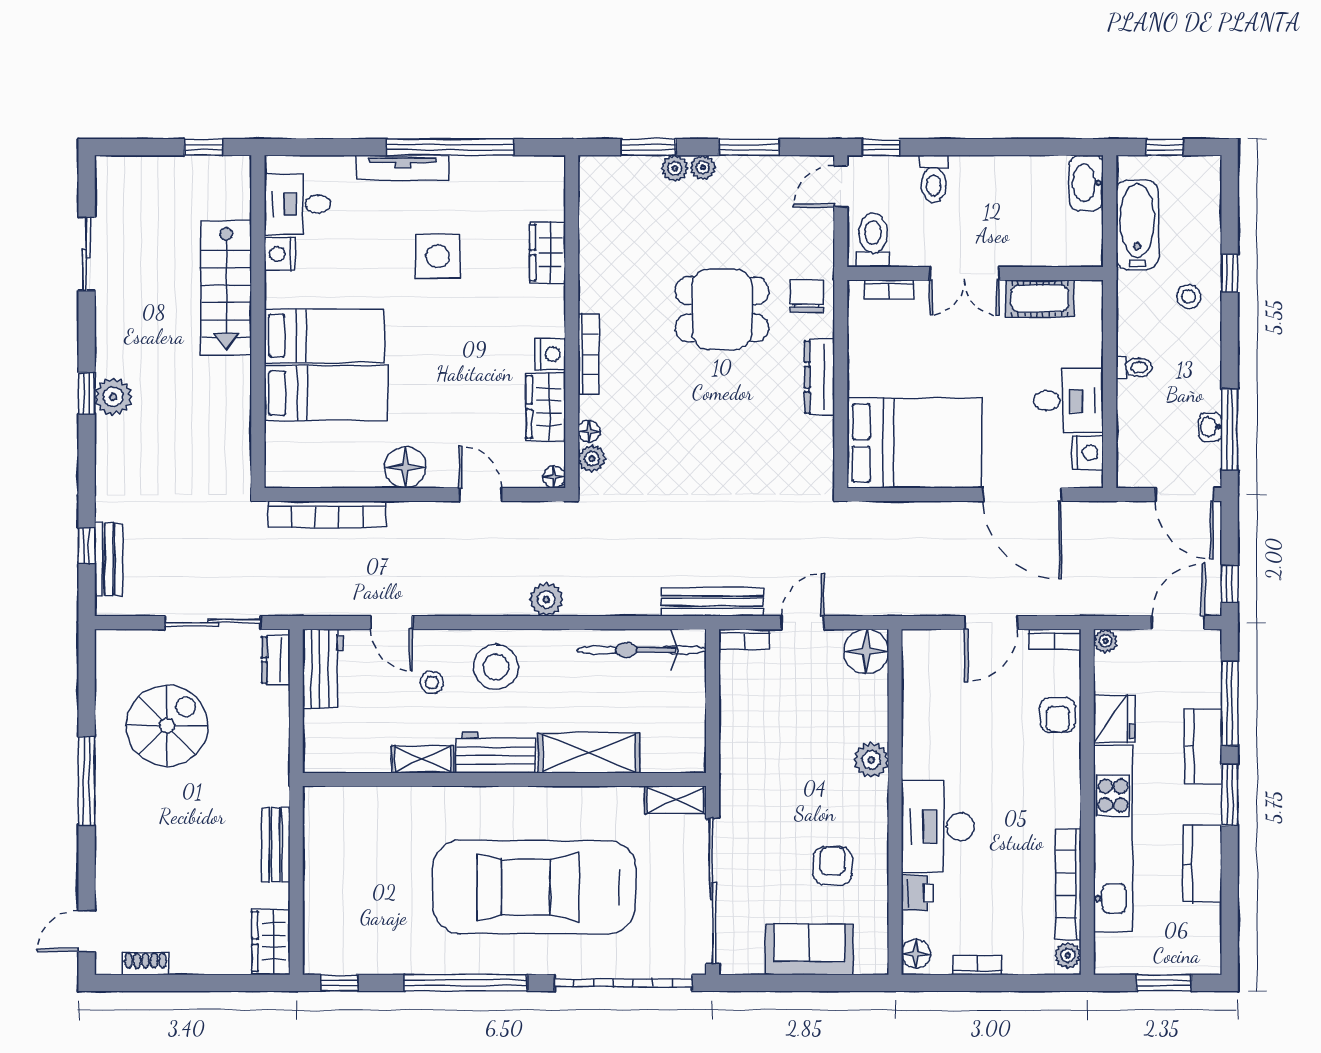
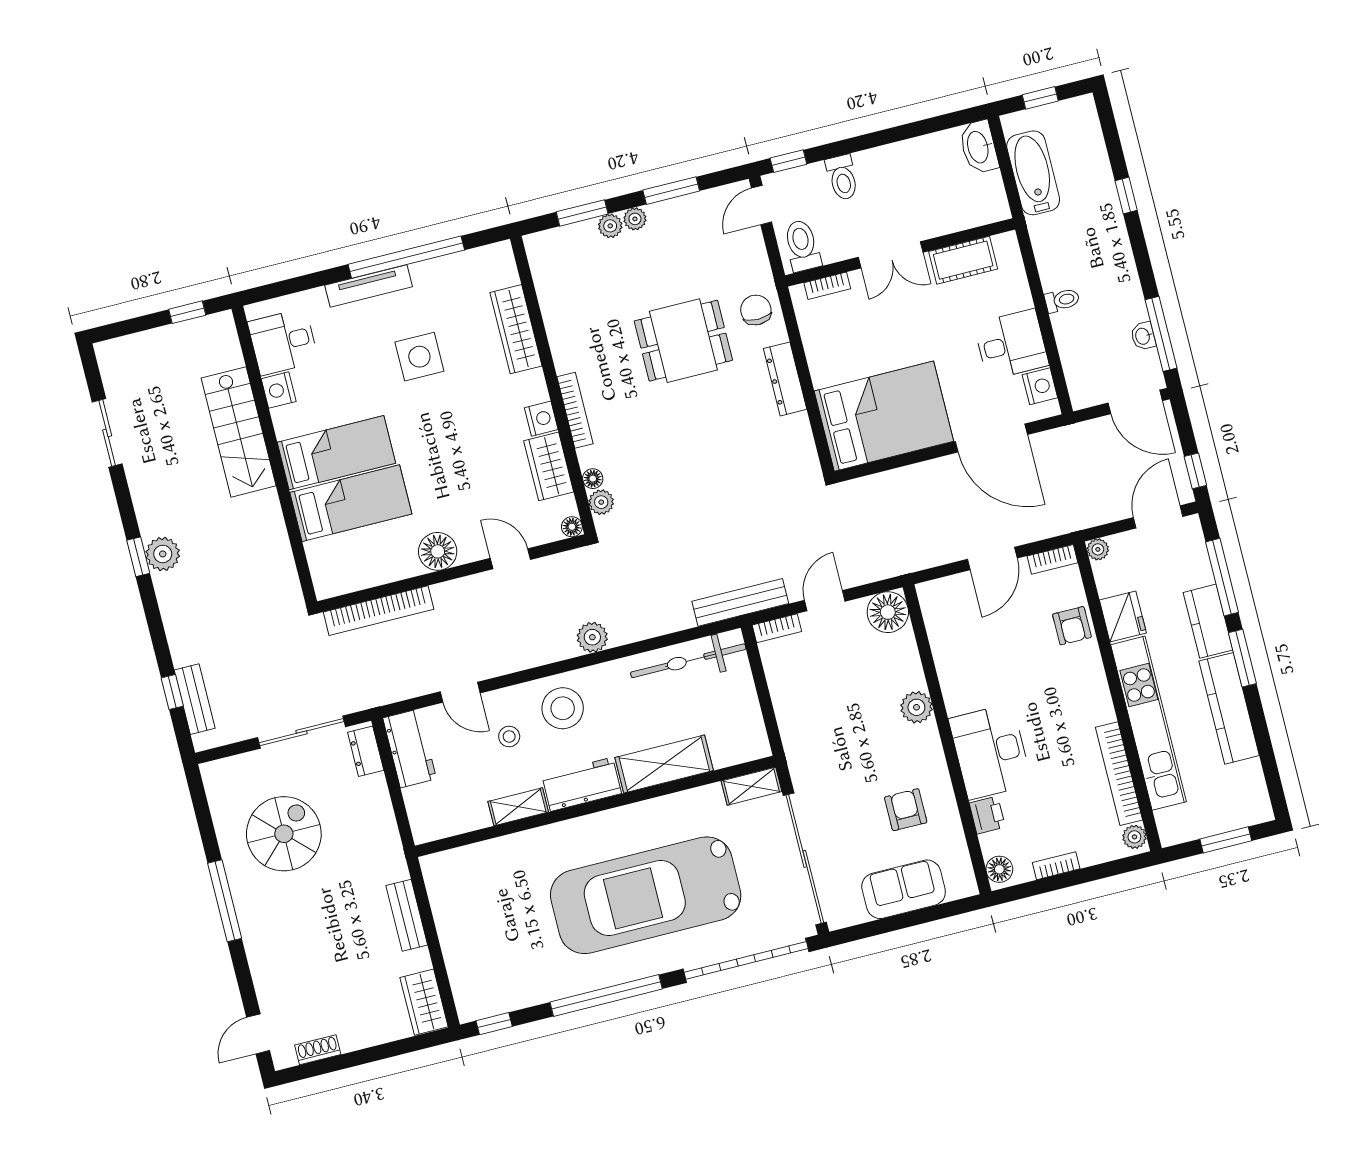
wardrobe: (547, 253) -> (516, 329), width x1.50
stool: (1189, 297) -> (1095, 225), removed
kitchen counter: (1202, 864) -> (1229, 708), width x1.50

